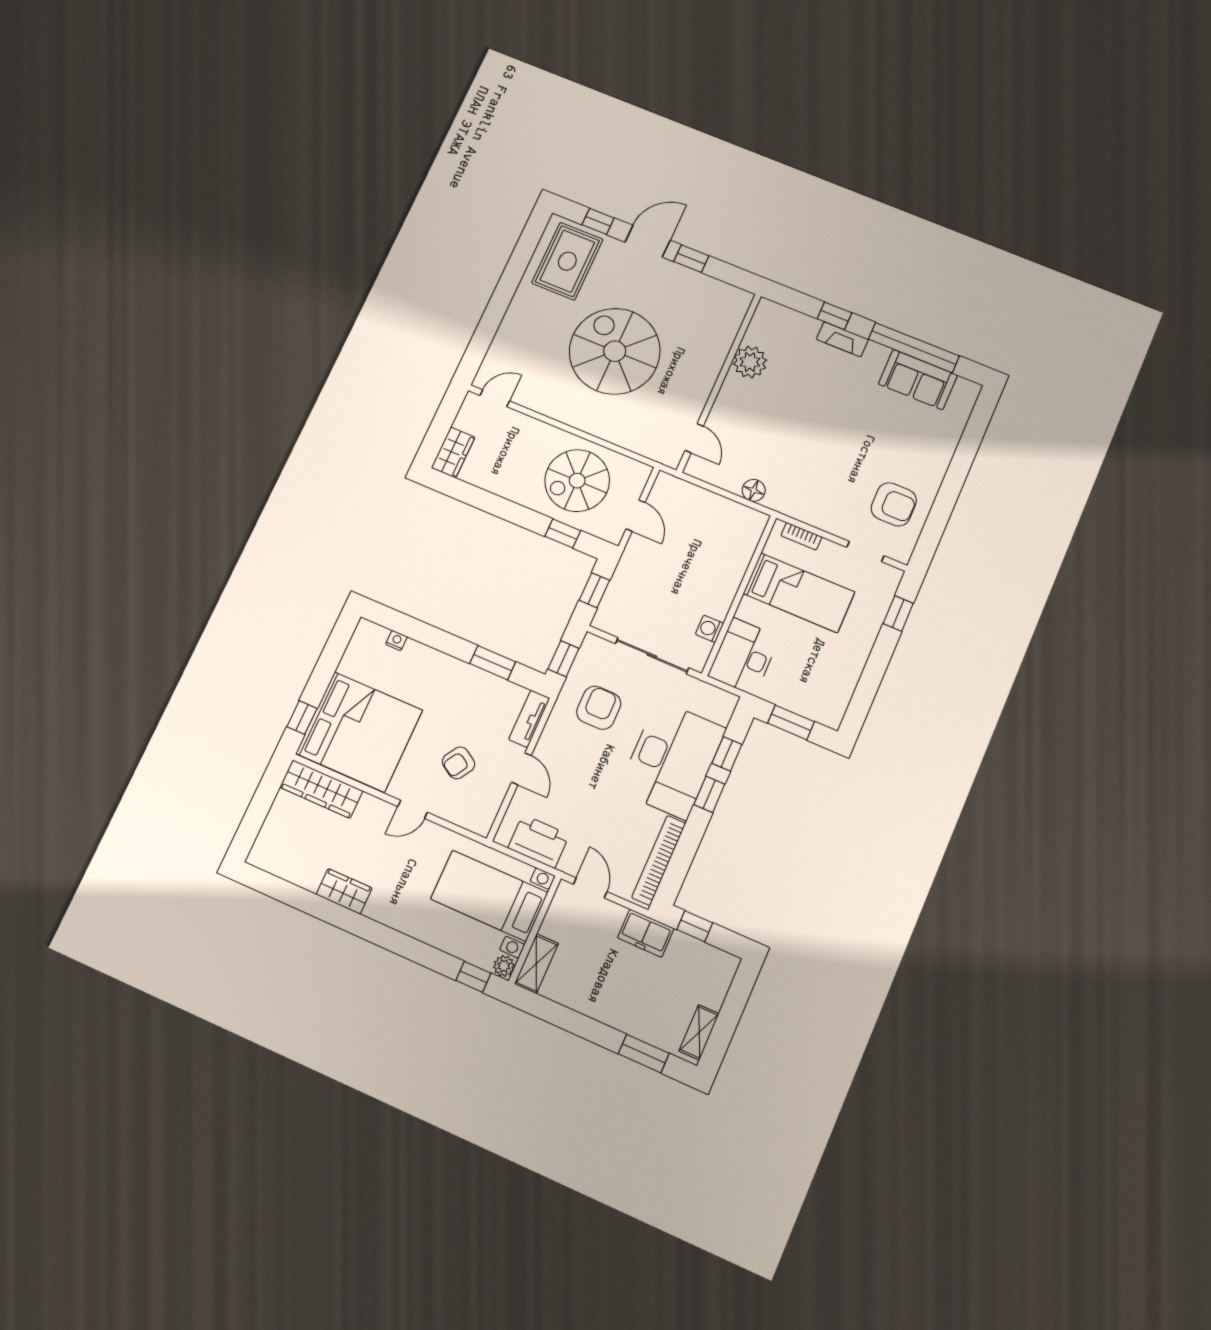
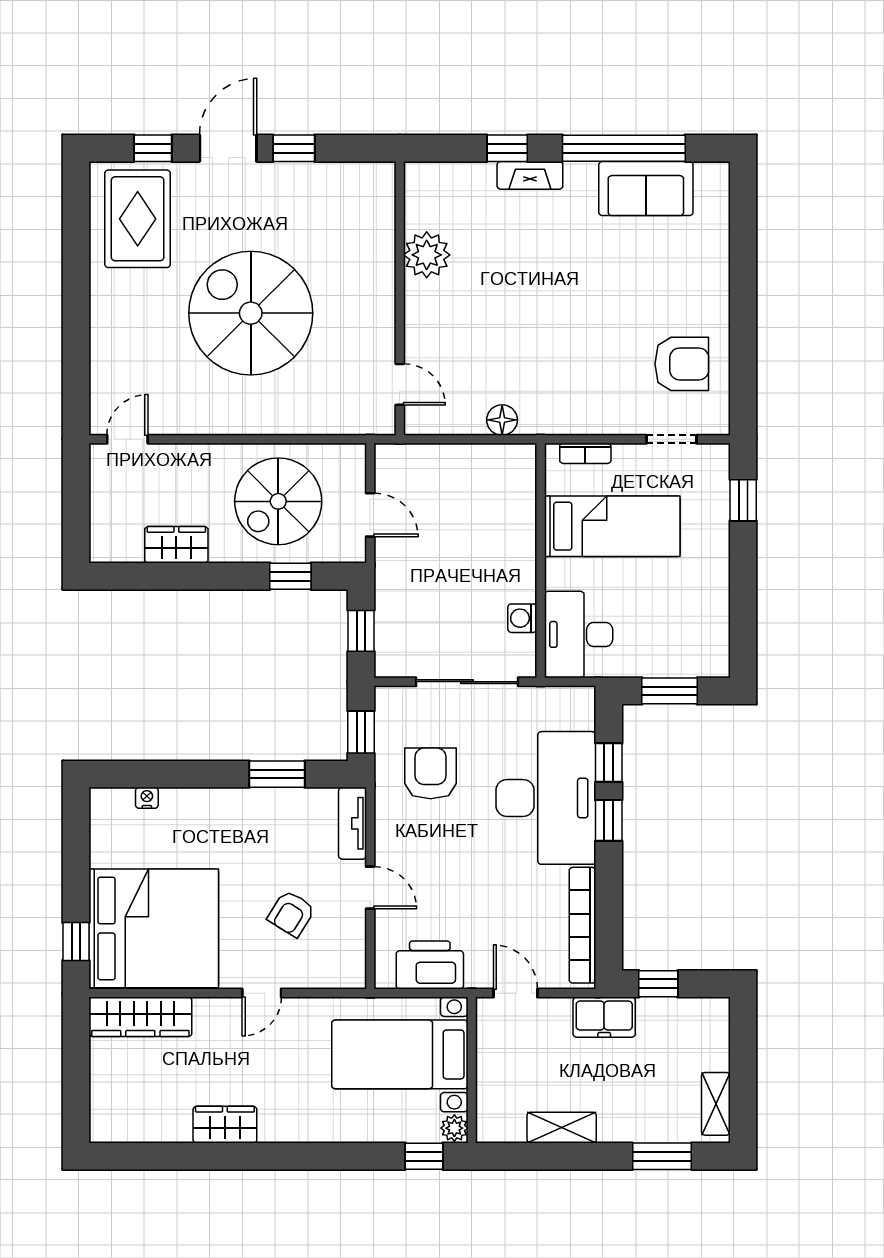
wardrobe: (453, 452) -> (176, 545), moved, turned -90
shelving: (536, 964) -> (562, 1128), moved, turned 90

